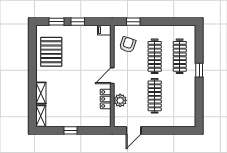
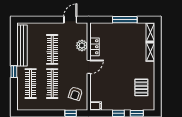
pallet: (51, 52) -> (141, 87), width x0.67, depth x0.71
bench: (190, 100) -> (22, 45), added
window: (70, 130) -> (125, 20), width x2.17

